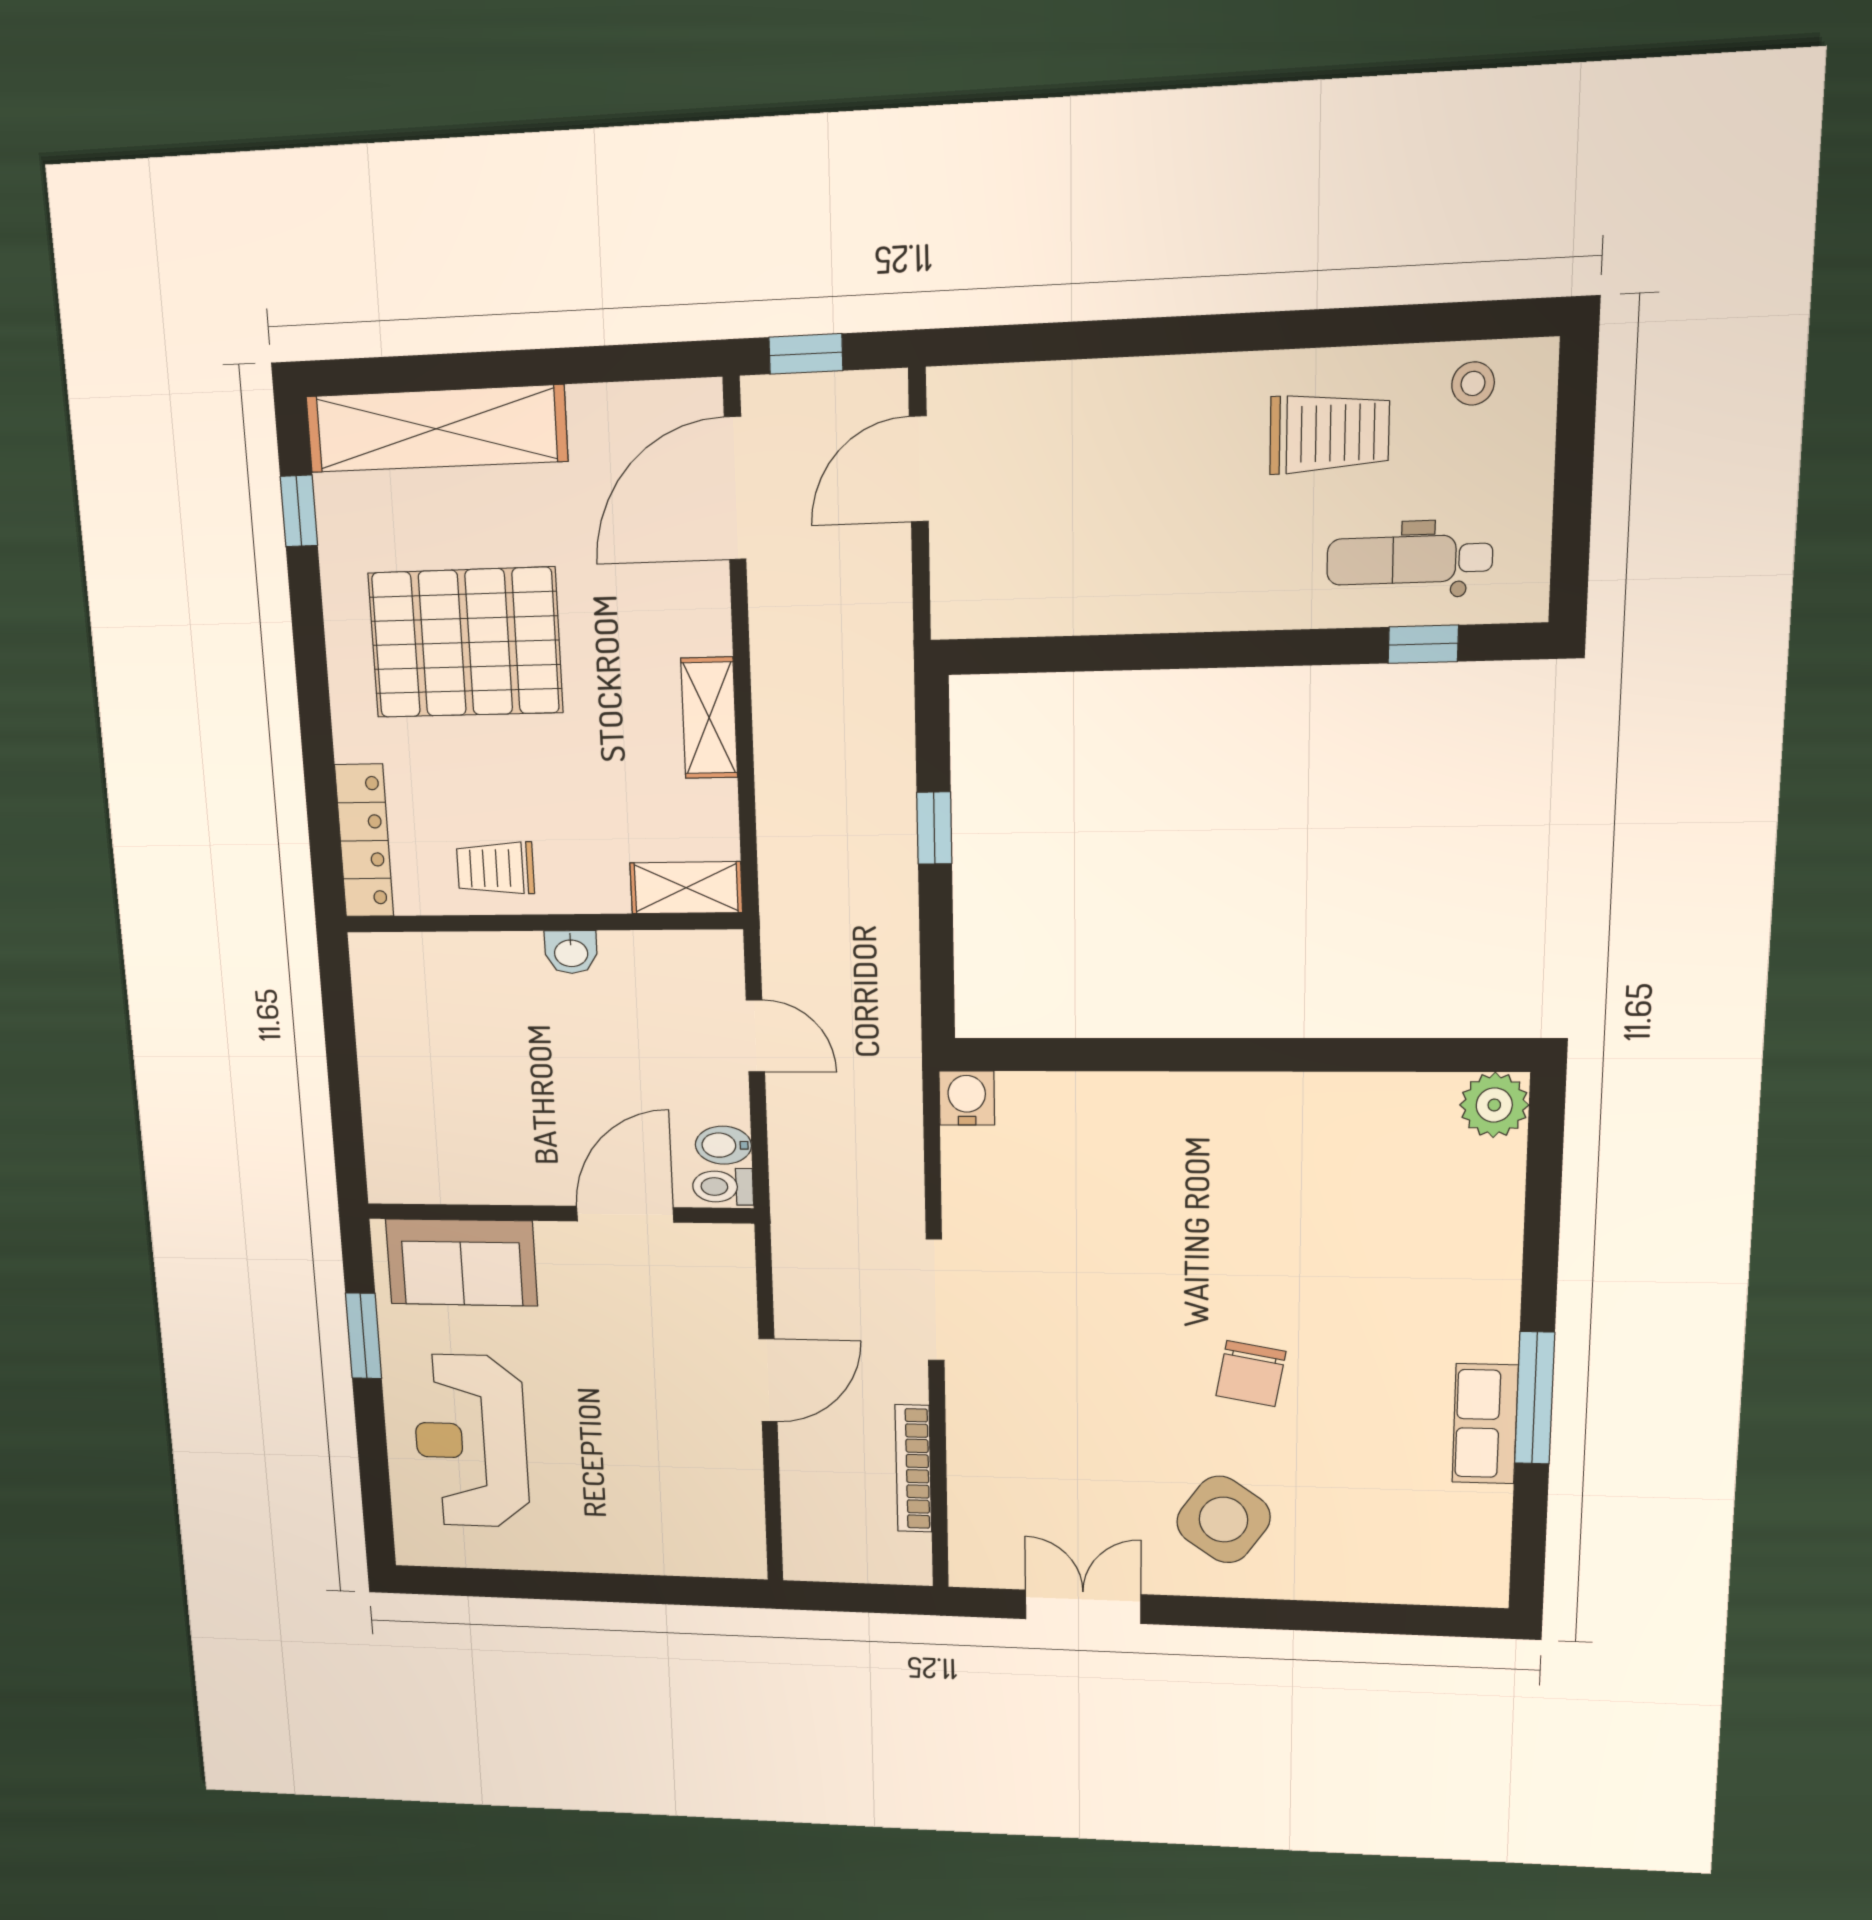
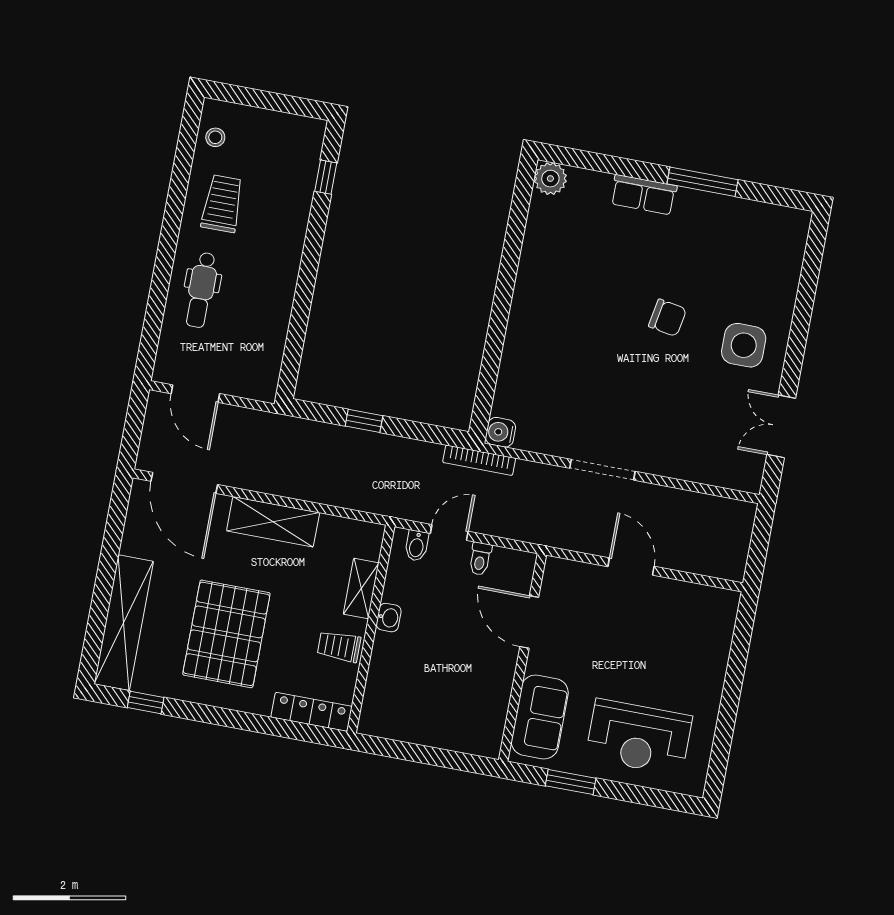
window: (806, 354) -> (132, 436), removed
dental chair: (1409, 560) -> (201, 290), moved
shelving: (709, 718) -> (273, 522), width x1.50, depth x1.33
trolley: (495, 868) -> (339, 646), turned 90
shelving: (686, 888) -> (361, 588), moved
bidet: (723, 1145) -> (417, 546), moved
toilet: (723, 1187) -> (480, 559), moved
row of seats: (1485, 1424) -> (644, 195), moved
bookcase: (913, 1469) -> (479, 460), moved
side table: (1223, 1519) -> (744, 345), turned -35

